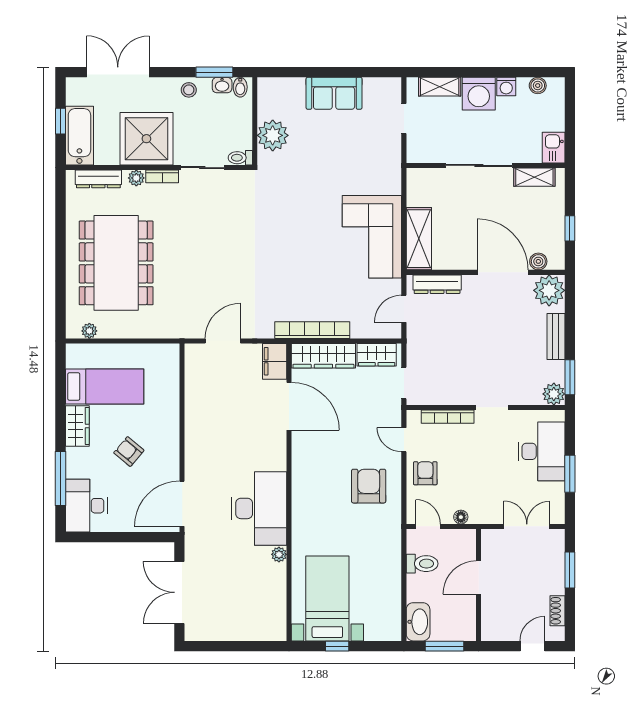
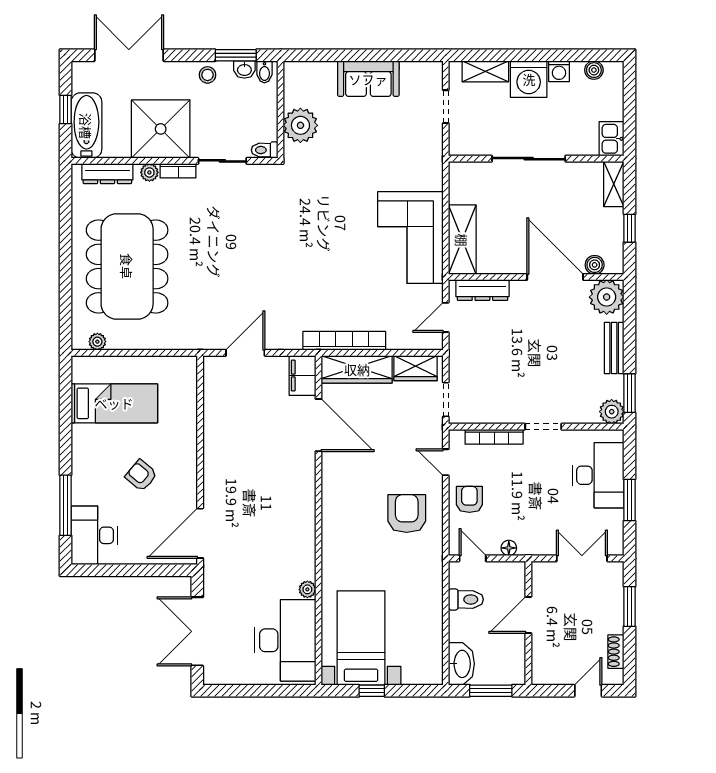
shelving: (534, 177) -> (614, 184), moved, turned 90
wardrobe: (77, 426) -> (84, 447), removed
desk: (259, 508) -> (285, 640), moved

